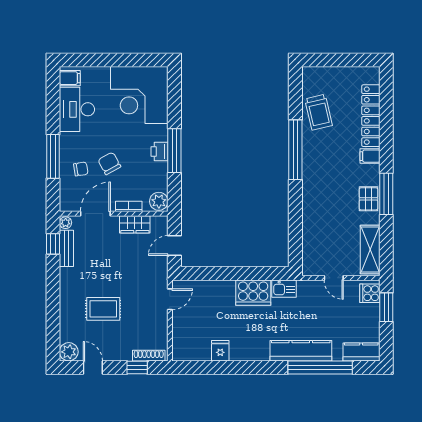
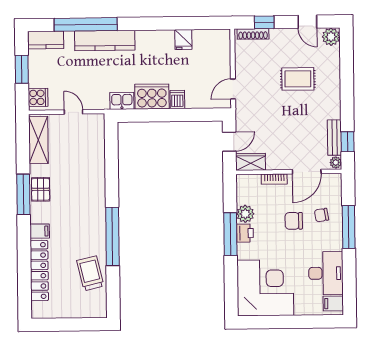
chair: (109, 163) -> (294, 221), turned 119
plant: (159, 201) -> (245, 214), moved
wardrobe: (135, 224) -> (251, 162), moved
dishwasher: (227, 289) -> (177, 99), added
window: (386, 307) -> (22, 69), moved

